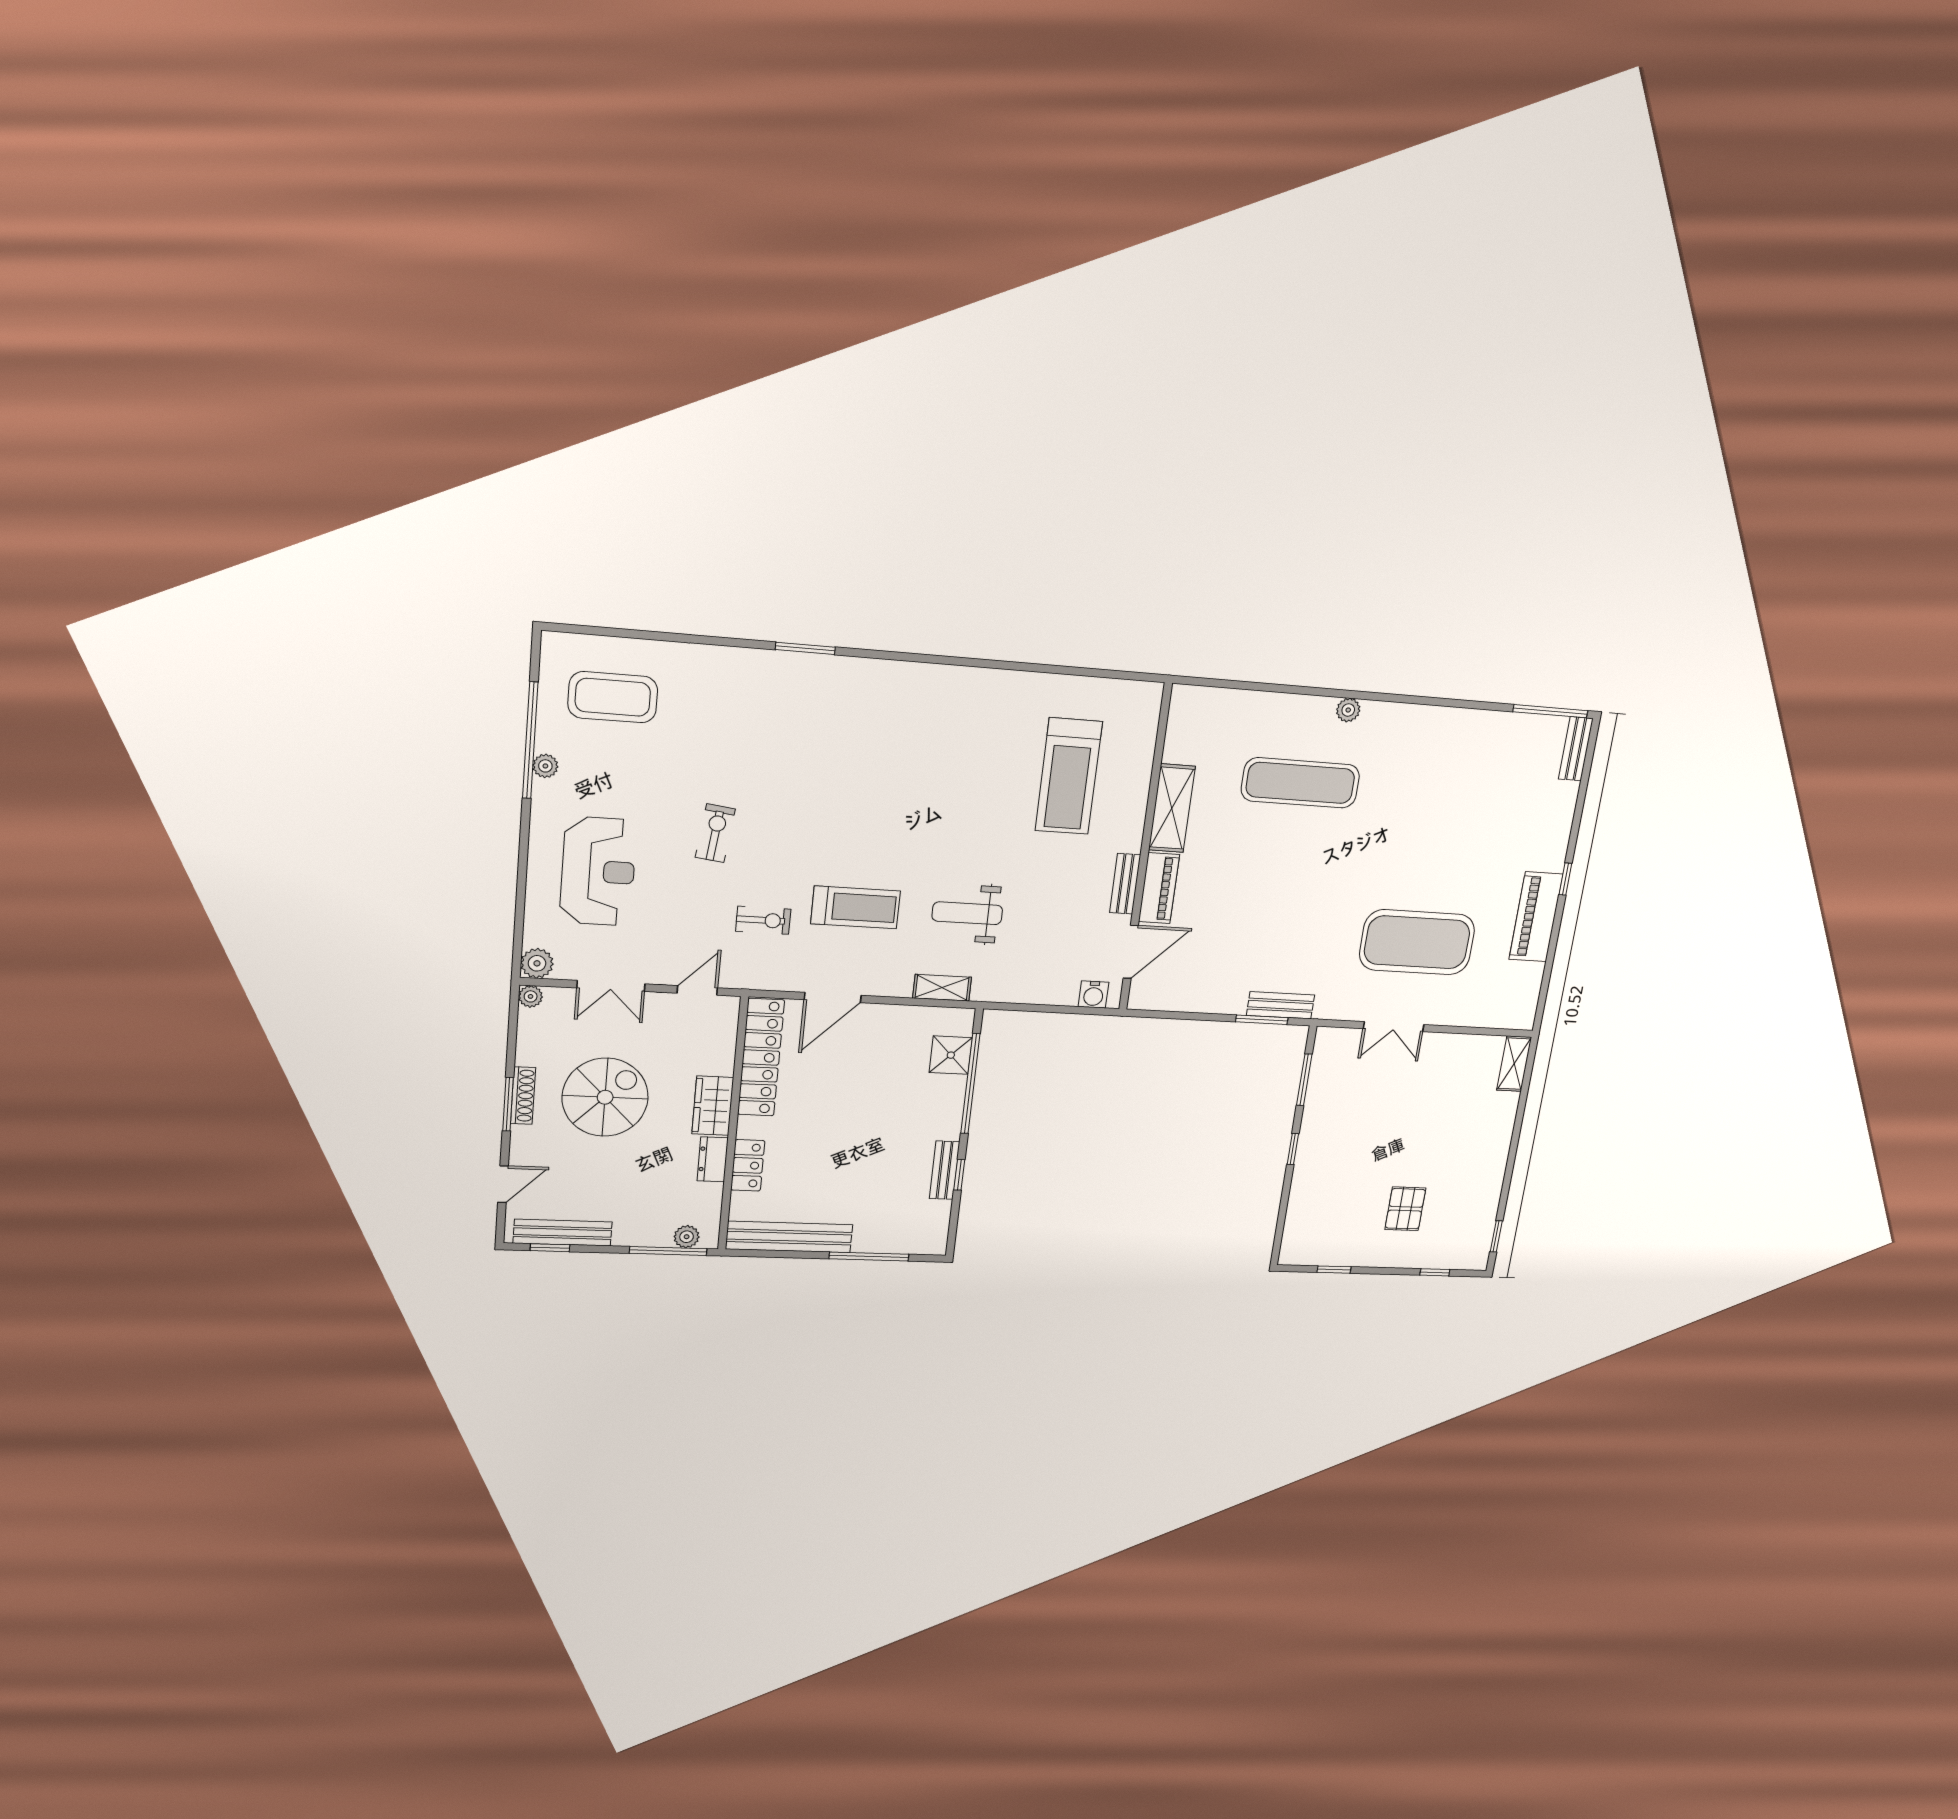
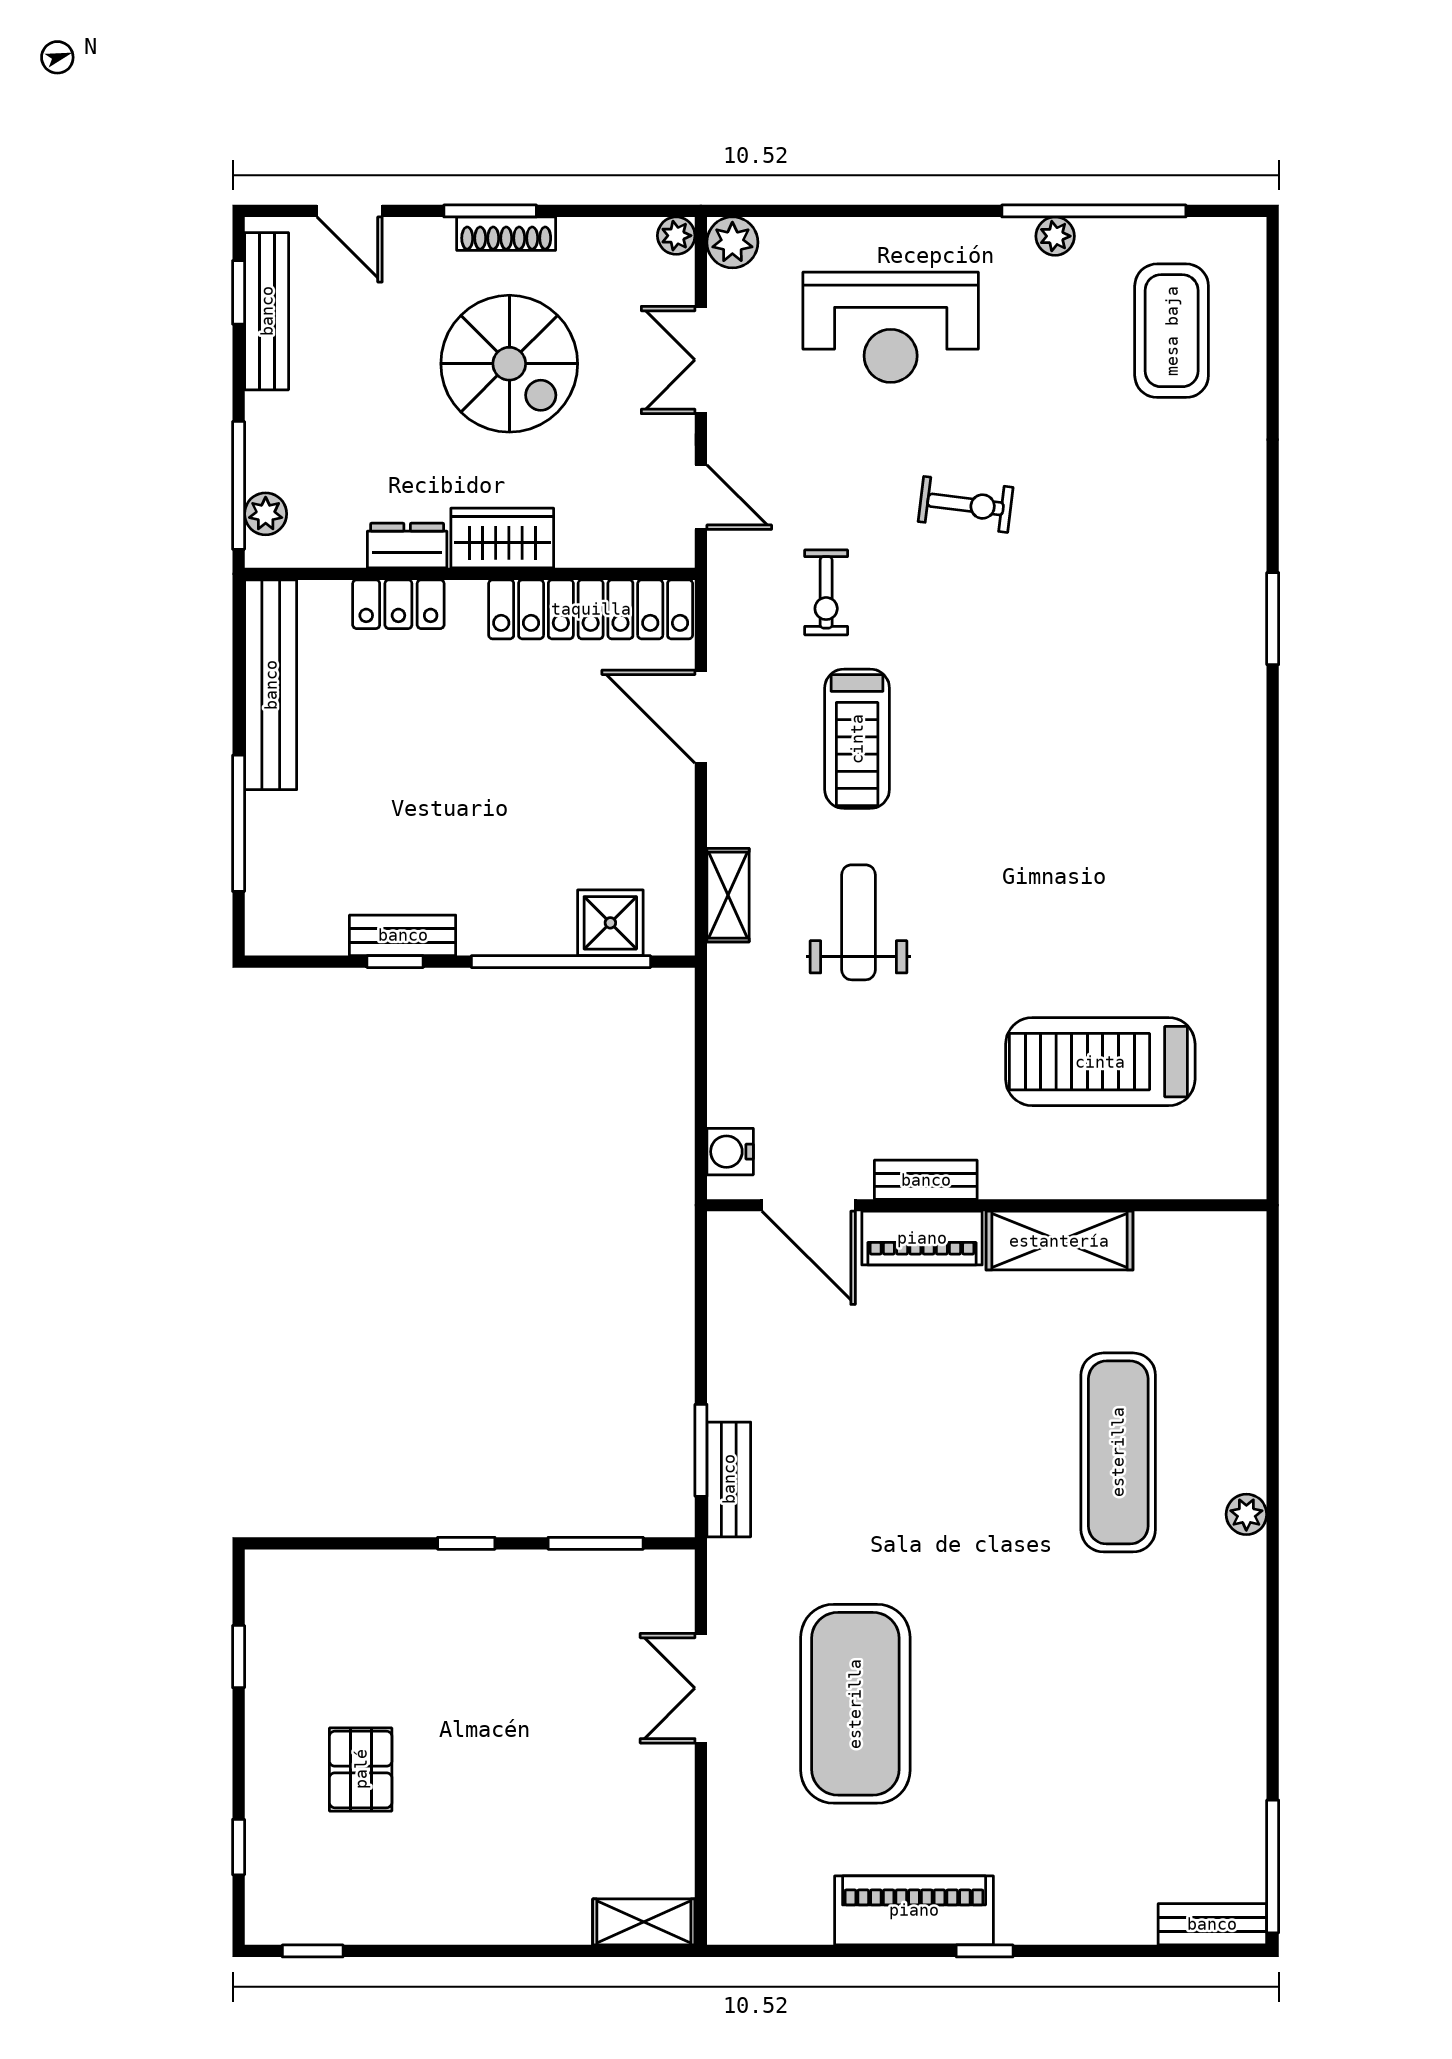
pallet: (1405, 1209) -> (361, 1769), turned 90

